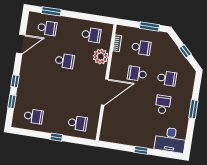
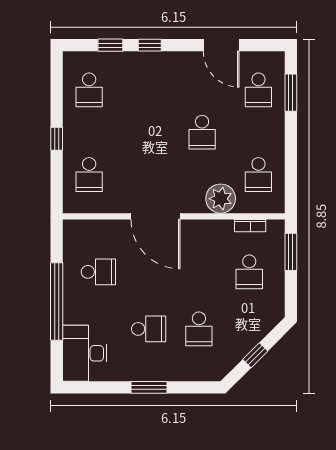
window: (149, 27) -> (291, 252), moved
school desk: (137, 74) -> (98, 272), moved, turned 90
window: (141, 150) -> (57, 302), width x3.17

